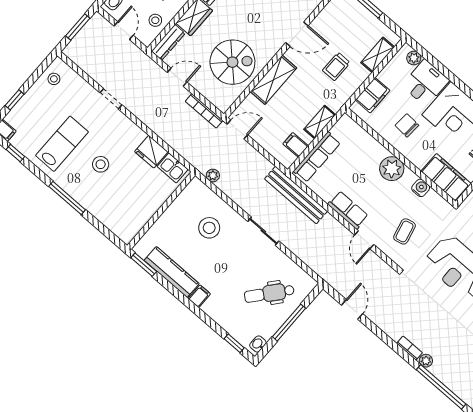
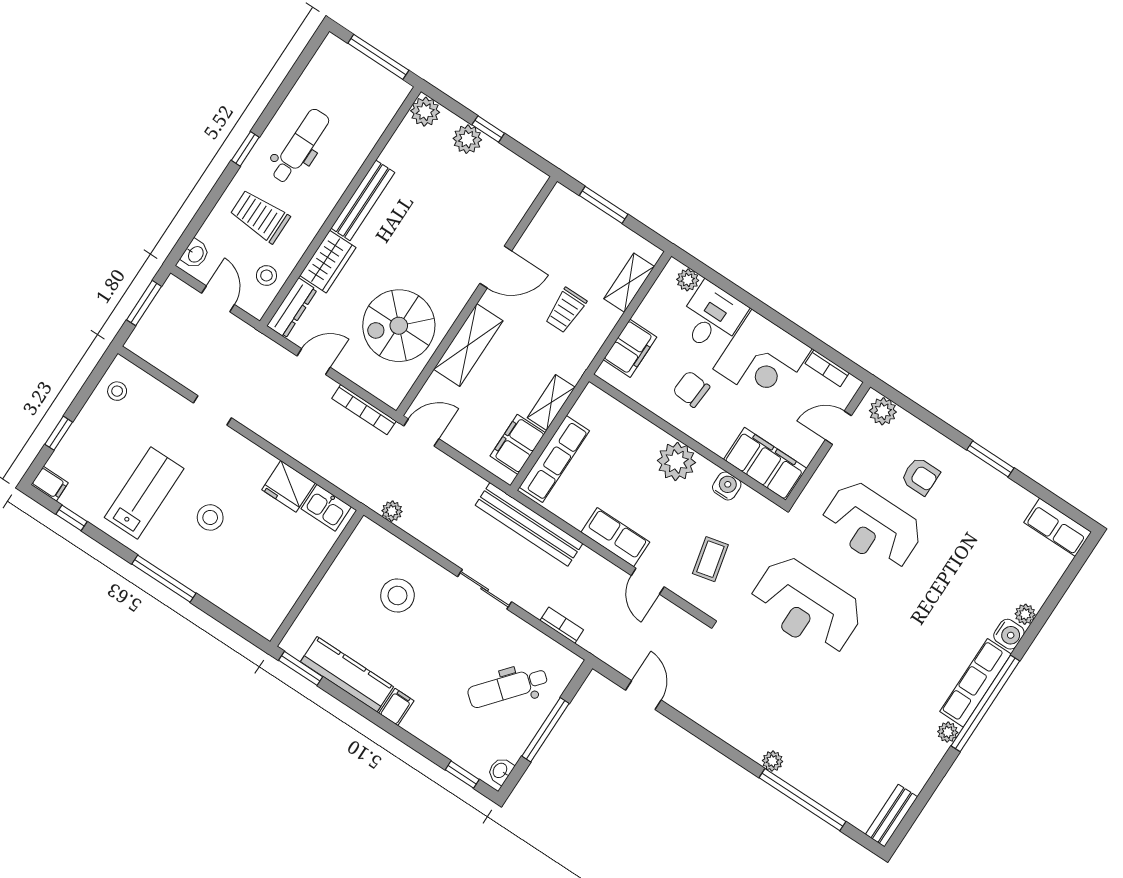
spiral stairs: (232, 62) -> (399, 326), turned 180
filing cabinet: (296, 145) -> (518, 444), width x2.00
bookcase: (409, 348) -> (562, 625), moved

